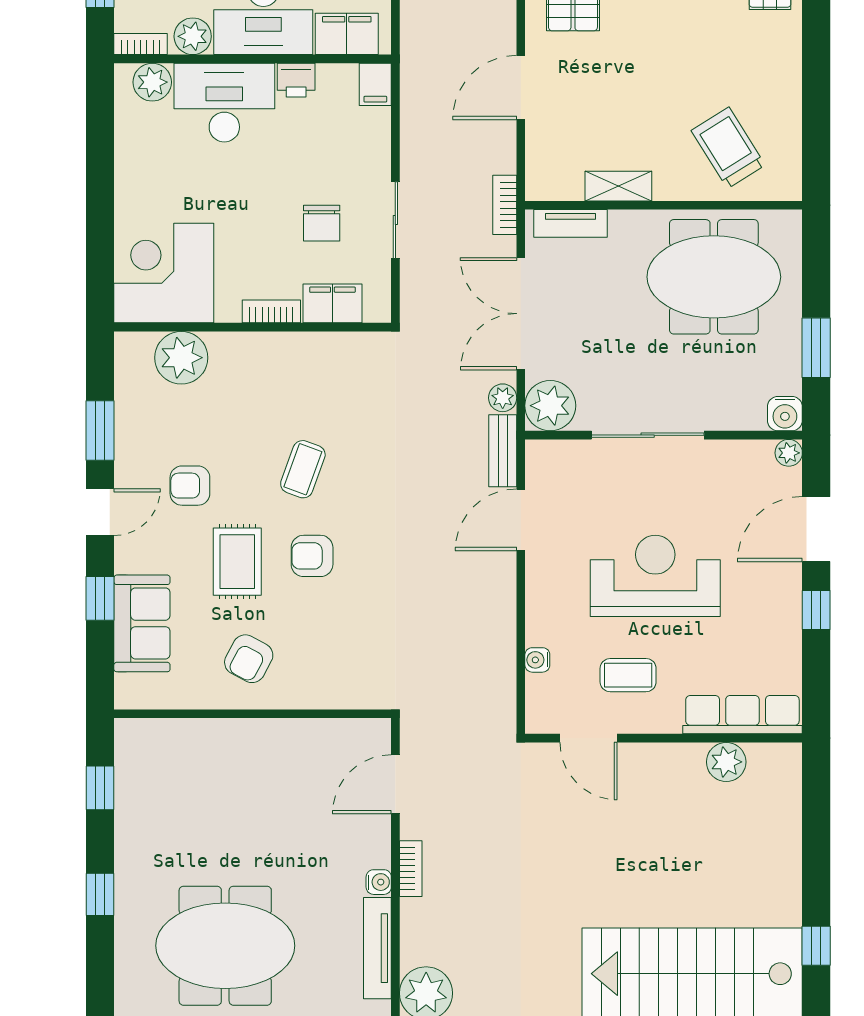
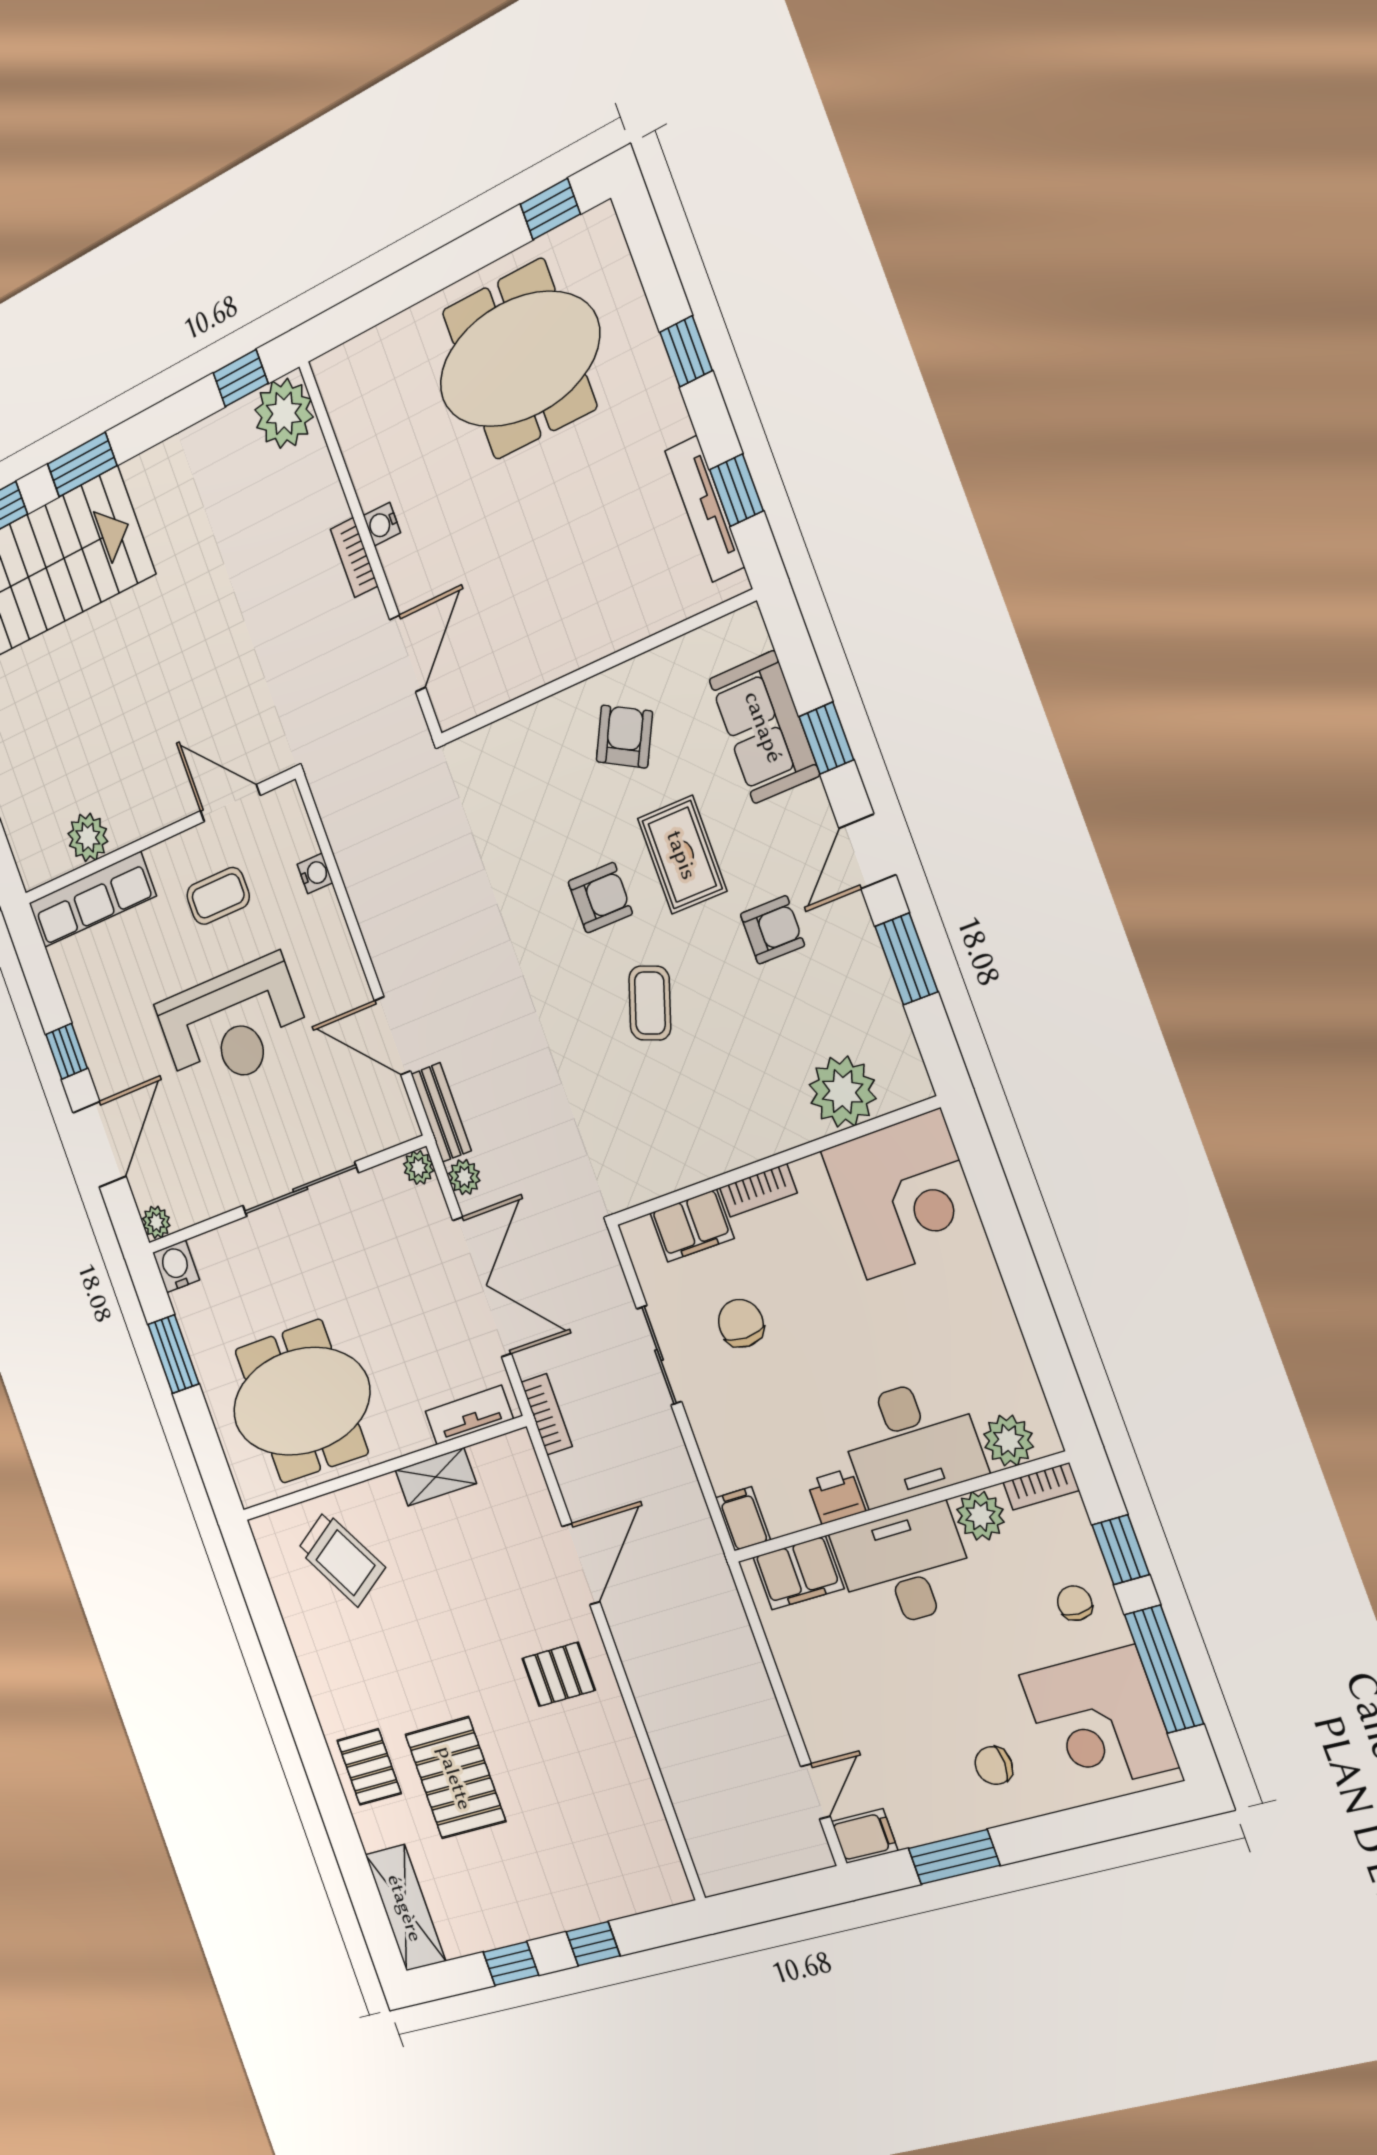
plant: (550, 406) -> (418, 1167), width x0.53, depth x0.53
door: (521, 520) -> (392, 1036), swing flipped
tv unit: (377, 948) -> (705, 509), moved, turned 180

